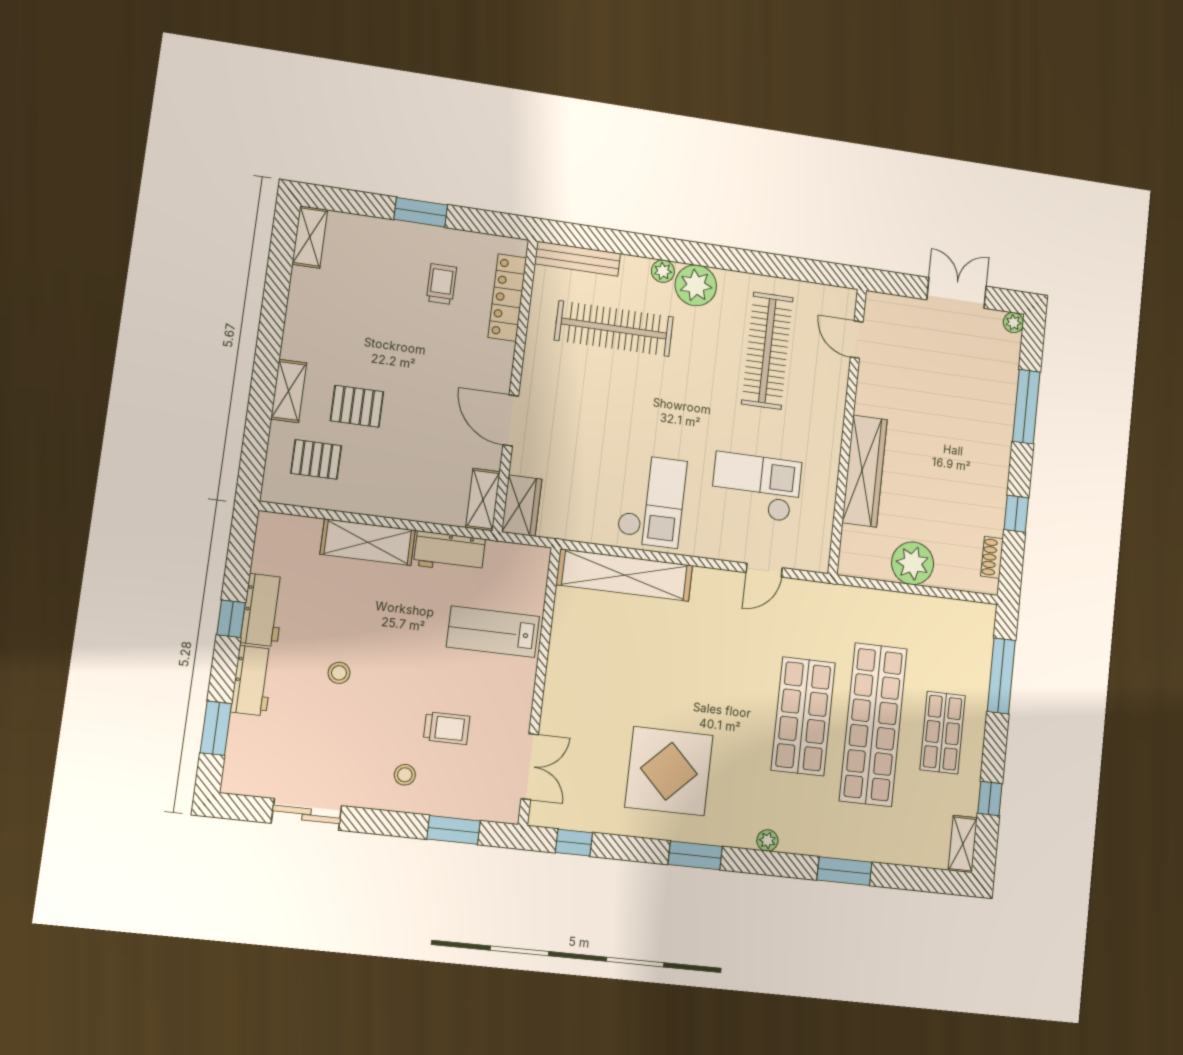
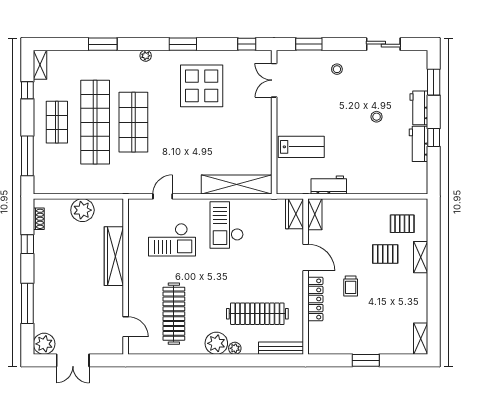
trolley: (441, 284) -> (351, 286), moved
locker: (507, 298) -> (315, 299), moved
plant: (1013, 323) -> (44, 344), width x1.88, depth x1.88
shelving: (368, 542) -> (371, 185), removed
trolley: (447, 728) -> (319, 95), removed

